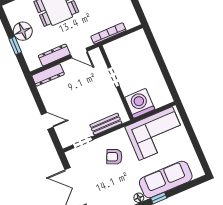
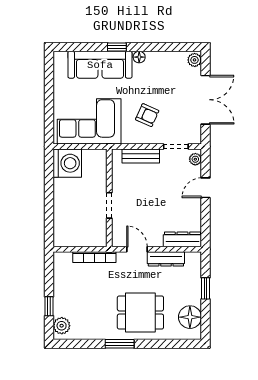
floor lamp: (23, 31) -> (190, 317), moved
washing machine: (140, 103) -> (67, 163), moved, turned -90
door: (47, 121) -> (205, 188), hinge flipped
plant: (64, 139) -> (195, 159), added

